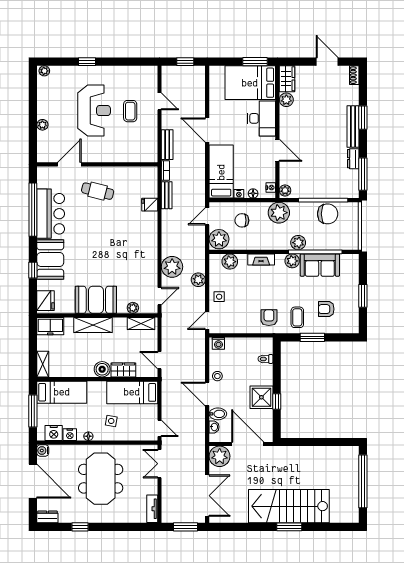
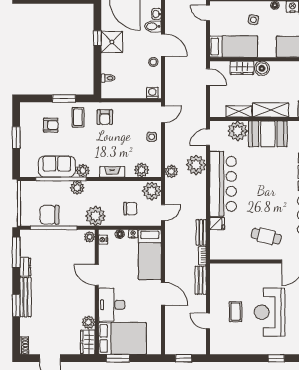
bar counter: (143, 247) -> (223, 184), added
plant: (198, 280) -> (171, 171), moved
plant: (133, 308) -> (238, 131), width x1.88, depth x1.88
shelving: (141, 324) -> (239, 111), moved

